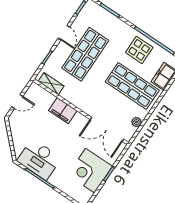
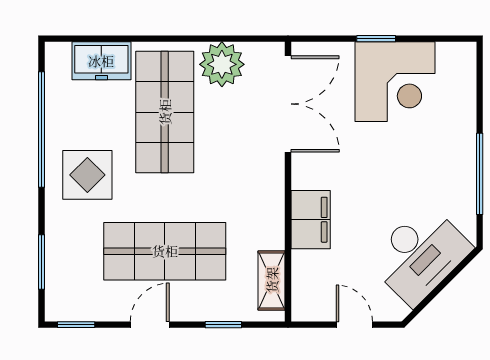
display table: (139, 50) -> (87, 175), moved
plant: (137, 122) -> (222, 64), width x1.88, depth x1.88
desk: (39, 159) -> (420, 255), moved, turned 45

